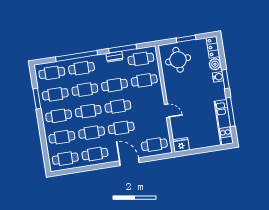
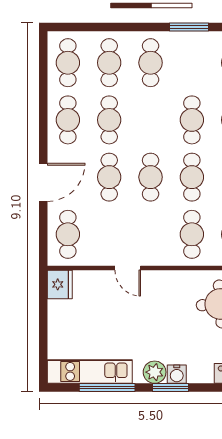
plant: (215, 64) -> (155, 372), moved
cafe table: (55, 94) -> (192, 63), removed
cafe table: (88, 111) -> (151, 120), removed
door: (167, 111) -> (128, 268), hinge flipped

